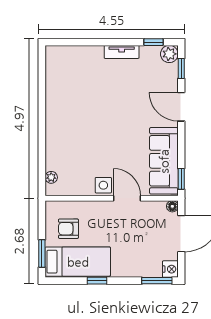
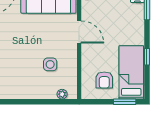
side table: (103, 185) -> (50, 64), moved
door: (127, 198) -> (79, 32), swing flipped

